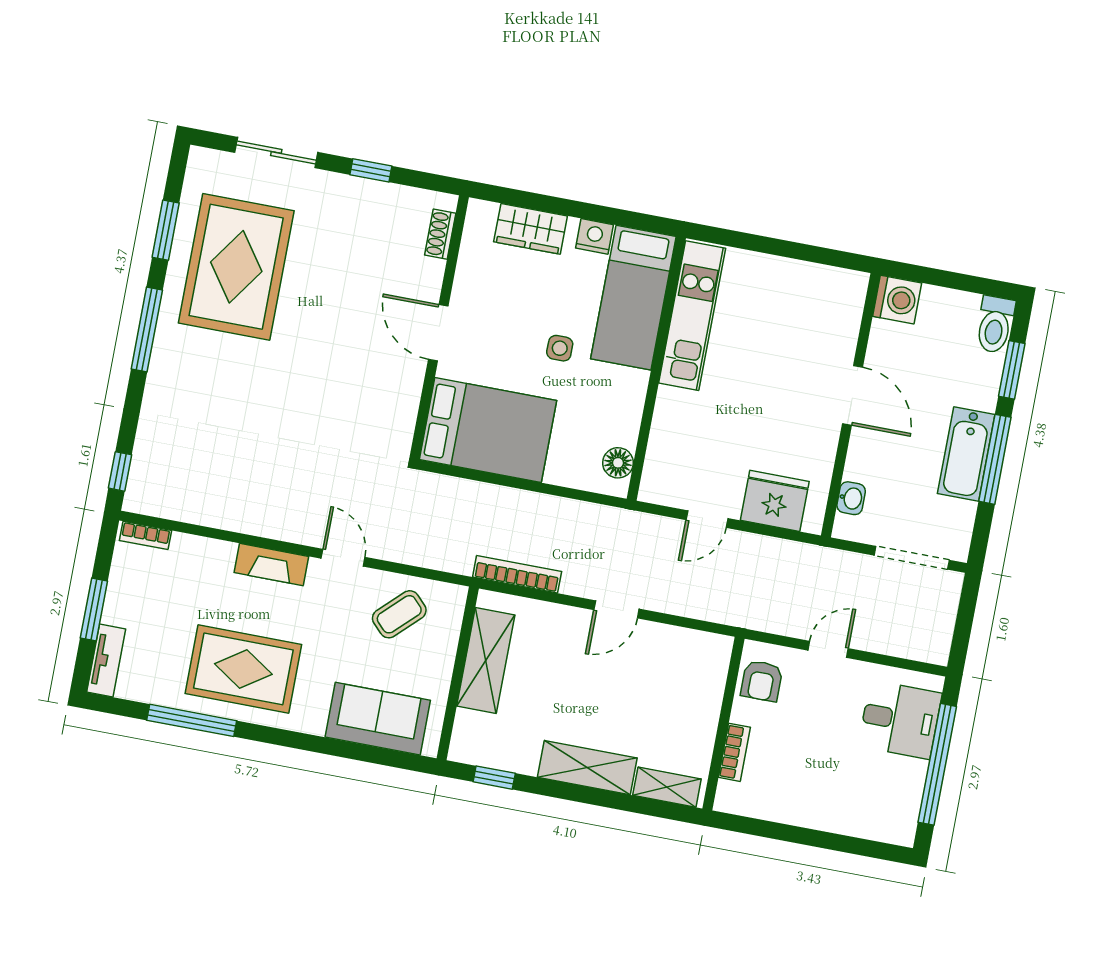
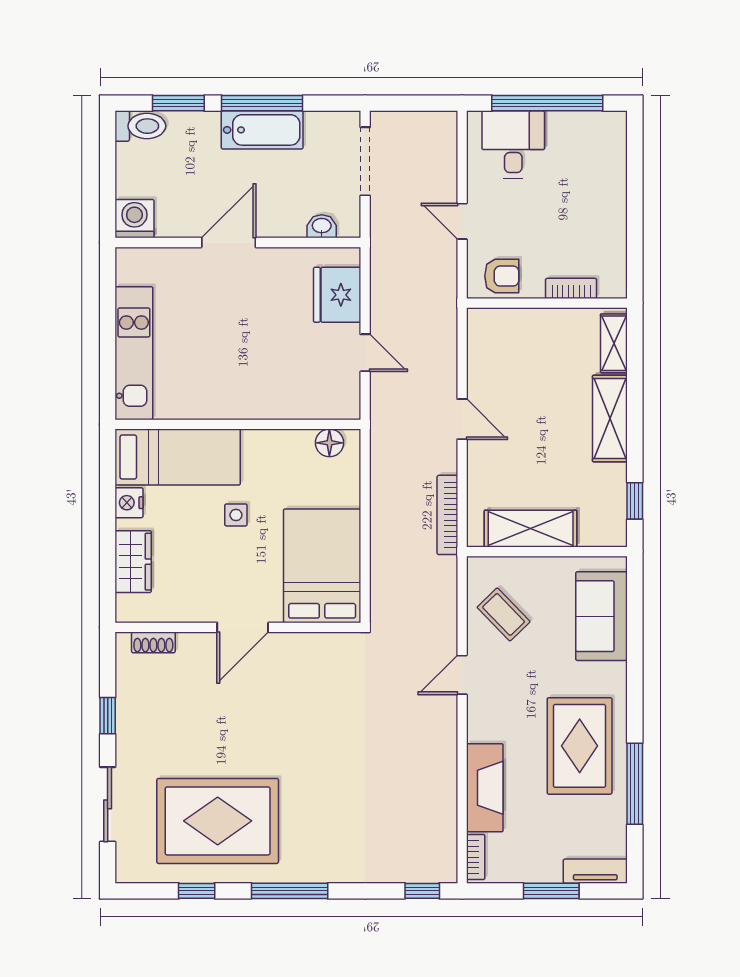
window: (166, 230) -> (197, 891), width x0.67
kitchen unit: (692, 316) -> (134, 353), moved, turned 90
fireplace: (271, 564) -> (485, 788), moved, width x1.37, depth x1.32

